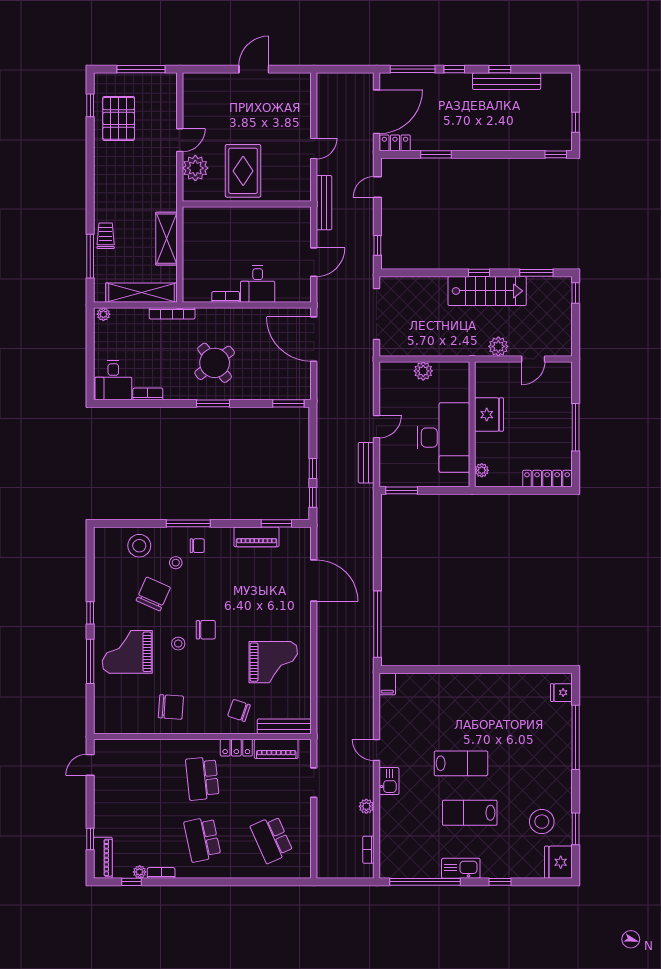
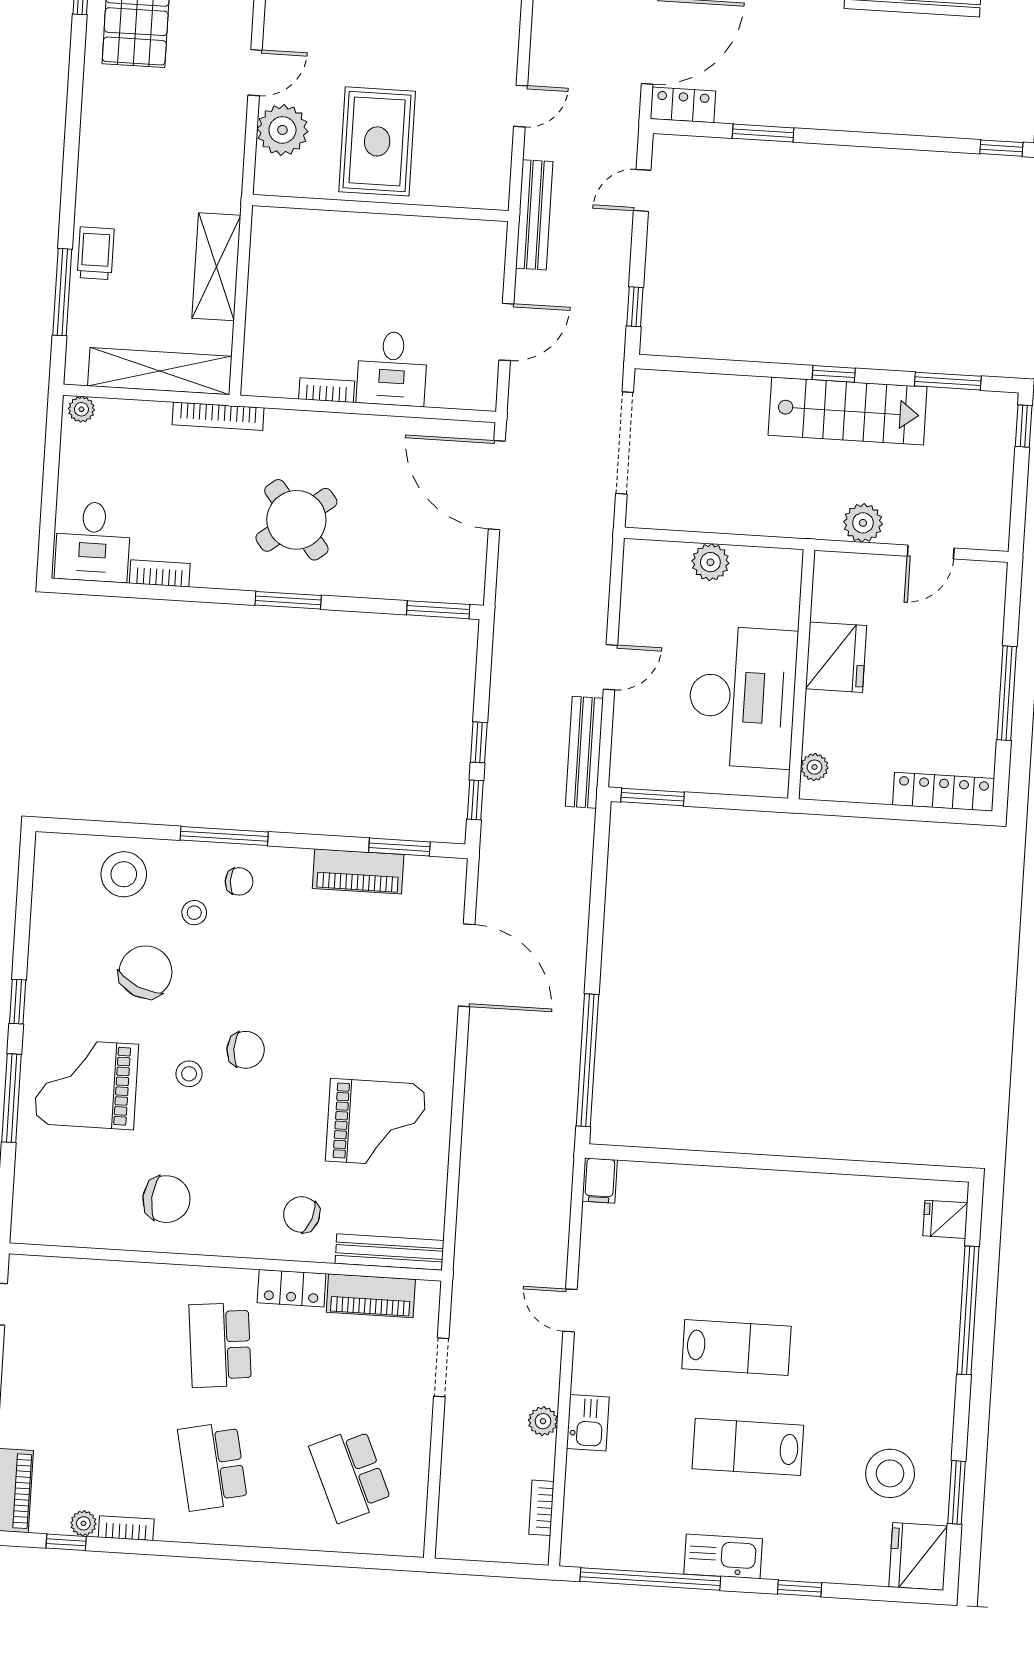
bench: (366, 463) -> (584, 752), width x1.36
kitchen sink: (389, 781) -> (588, 1423), moved

